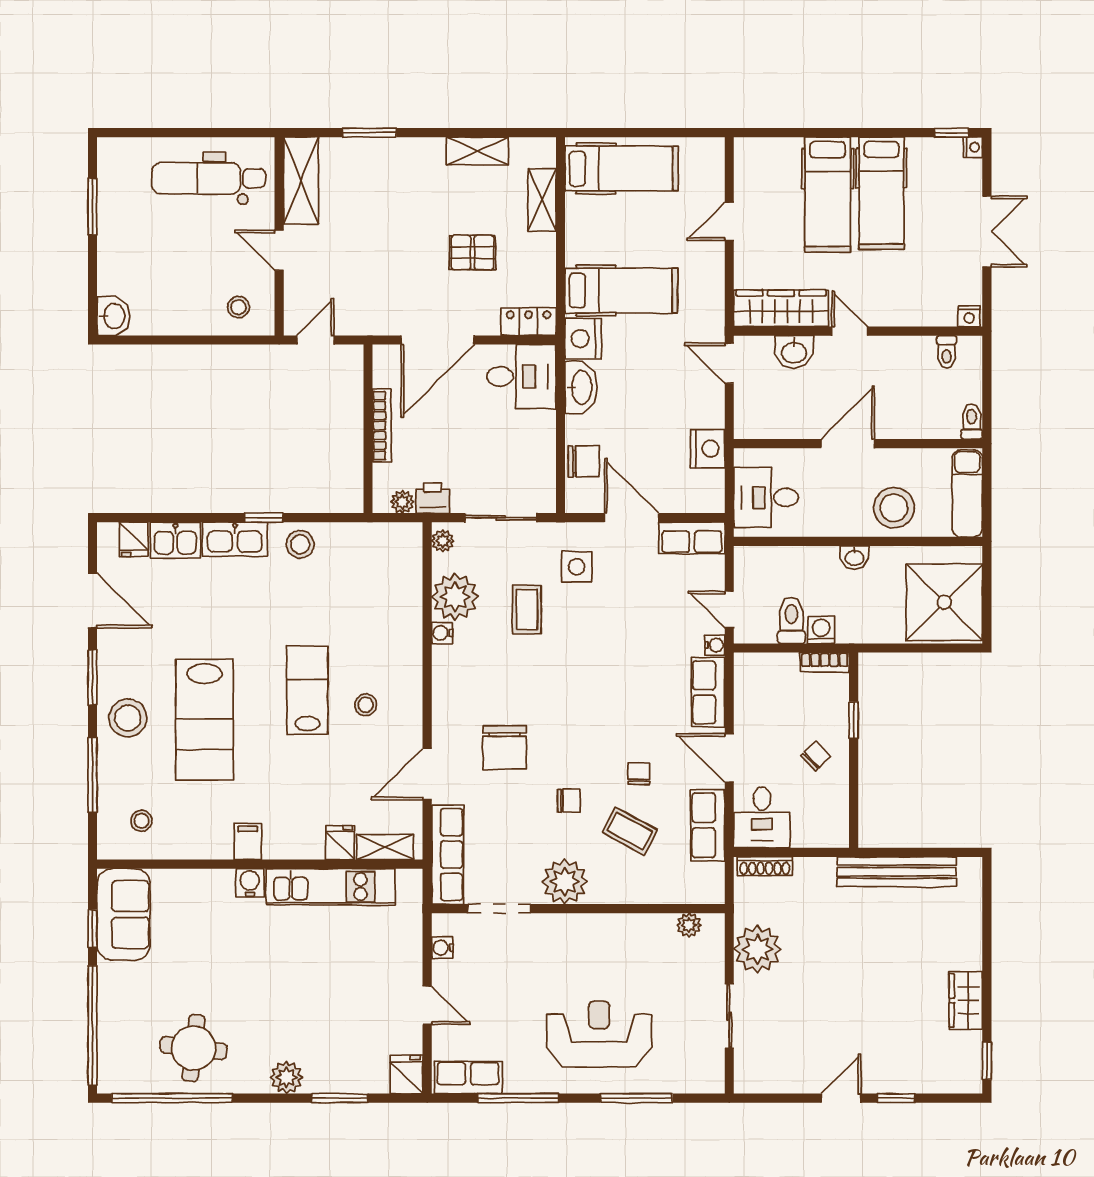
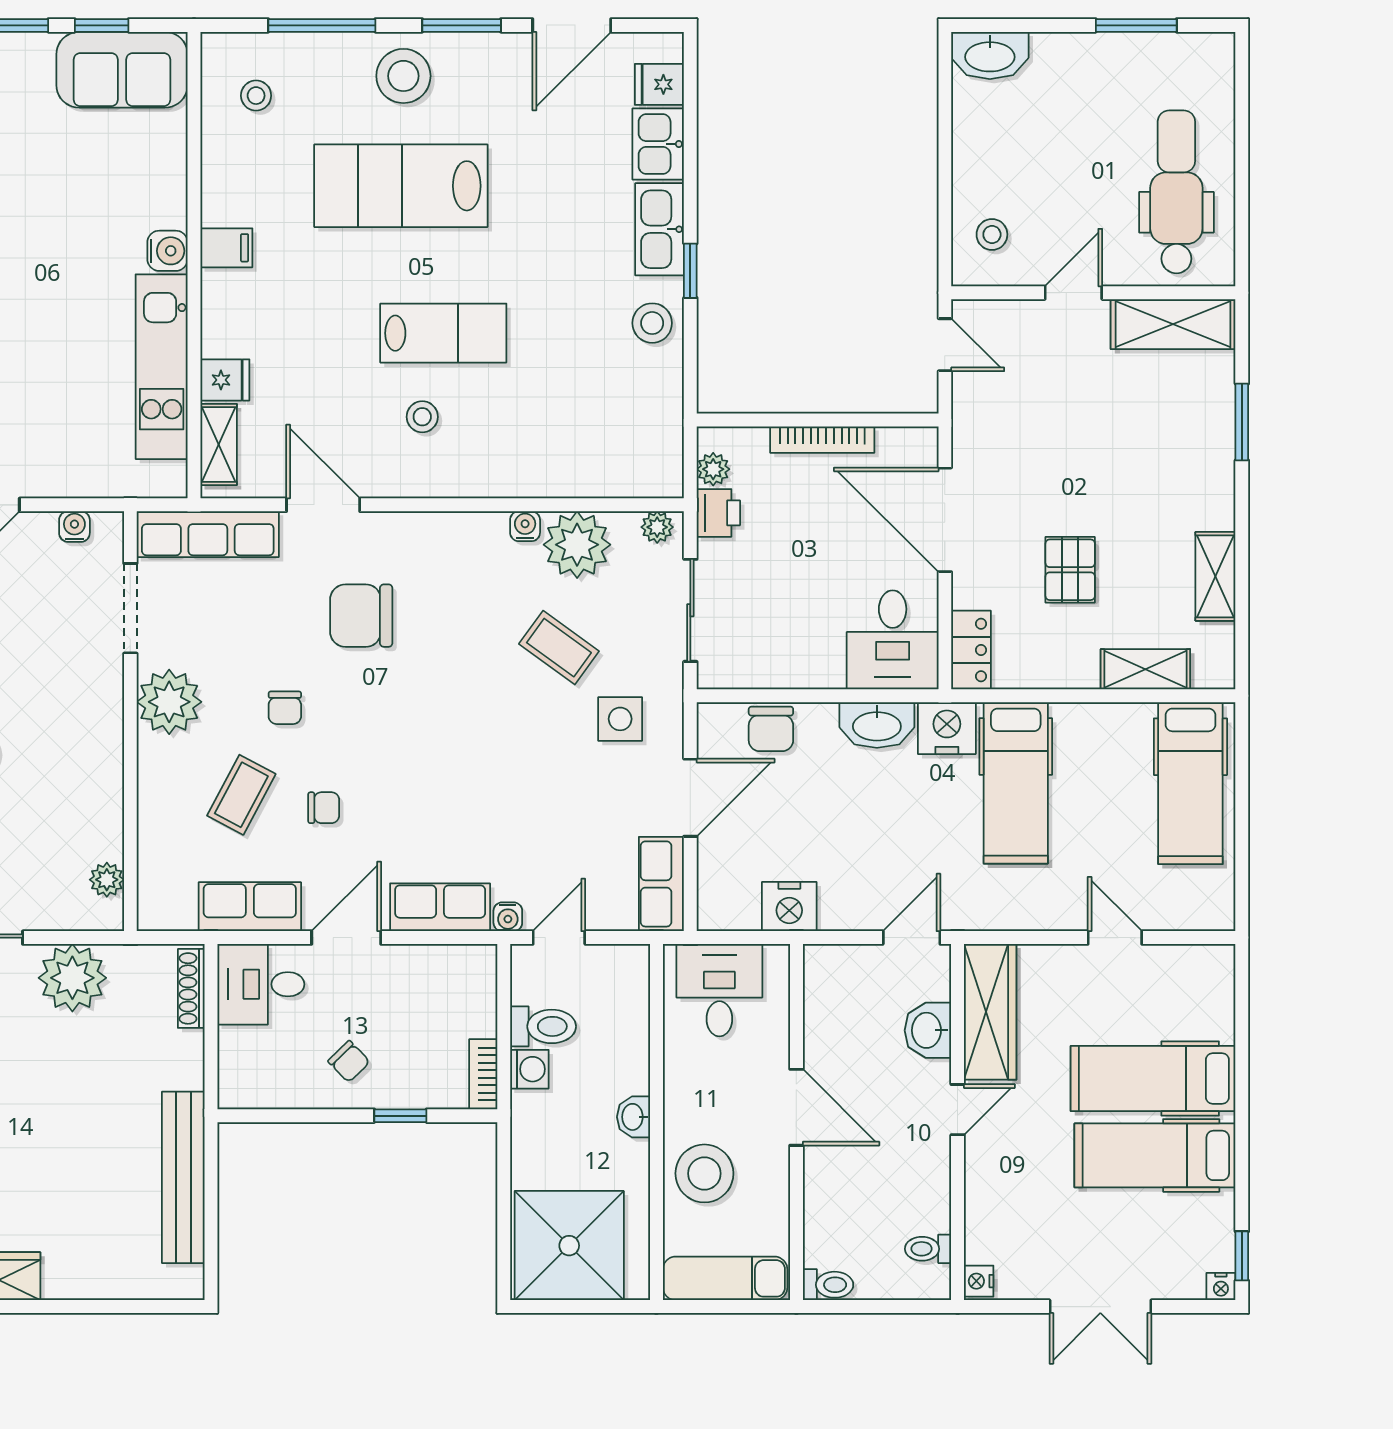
washbasin: (113, 316) -> (990, 55), width x1.38
coffee table: (527, 609) -> (559, 648), turned 36

